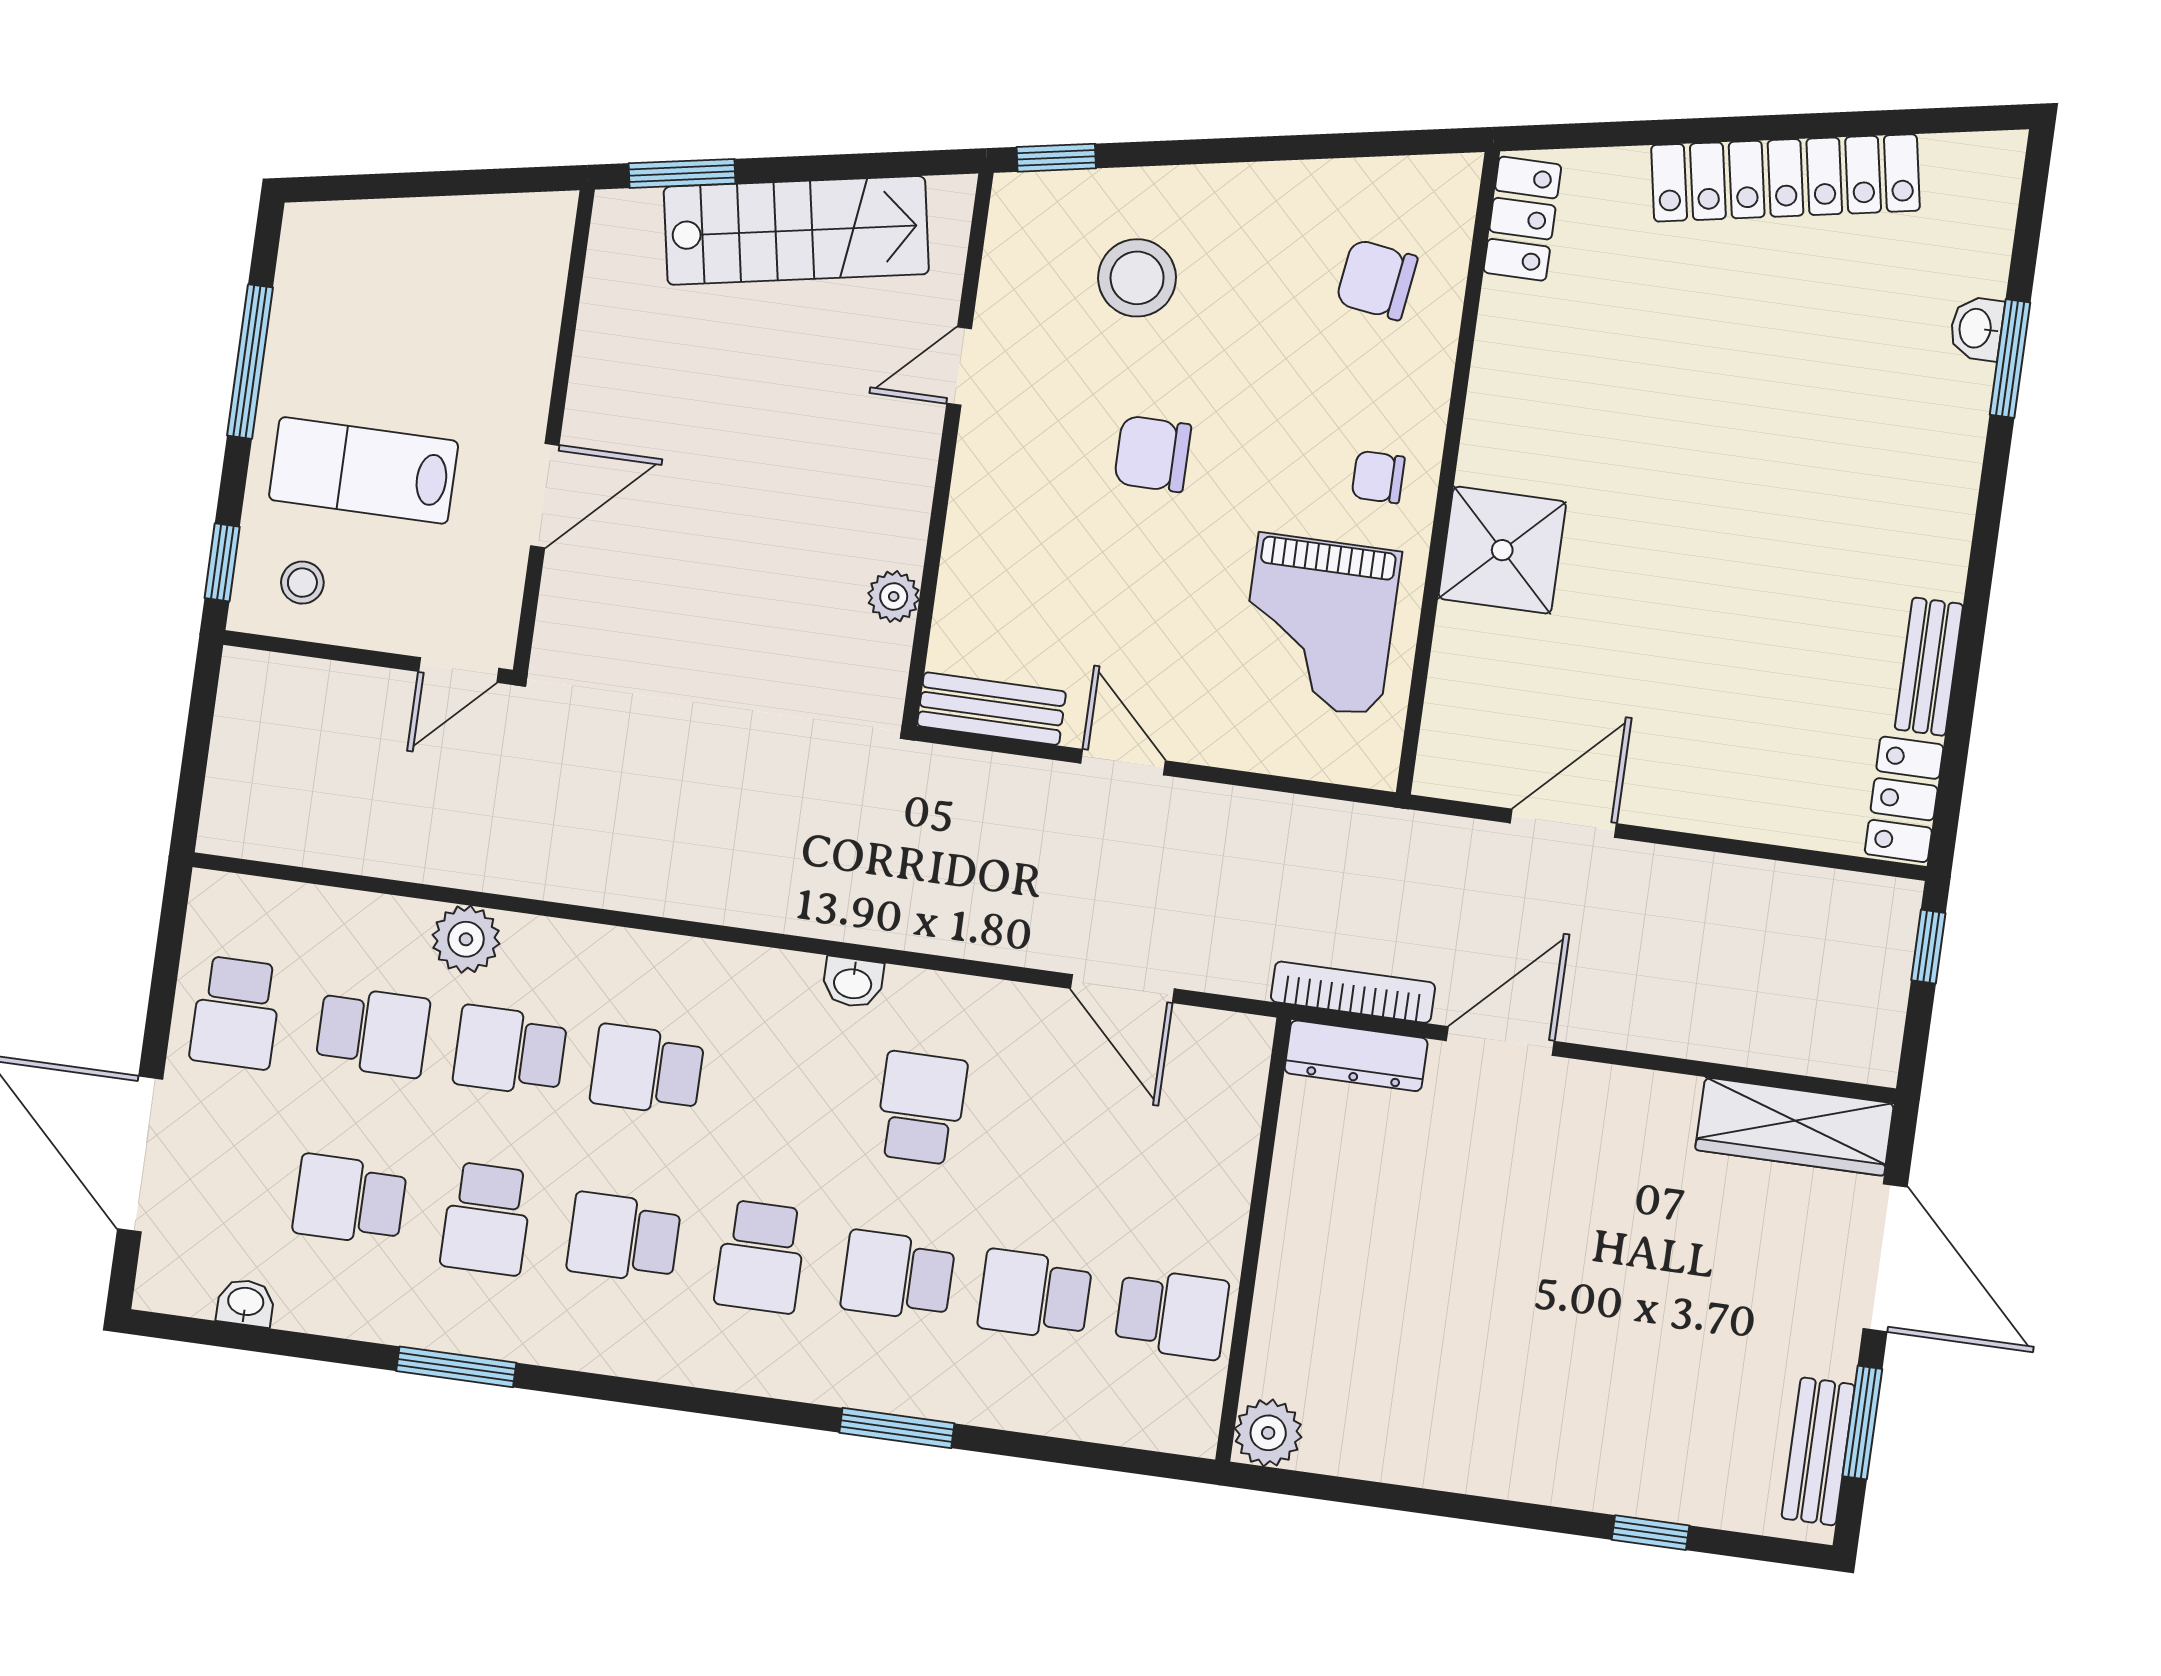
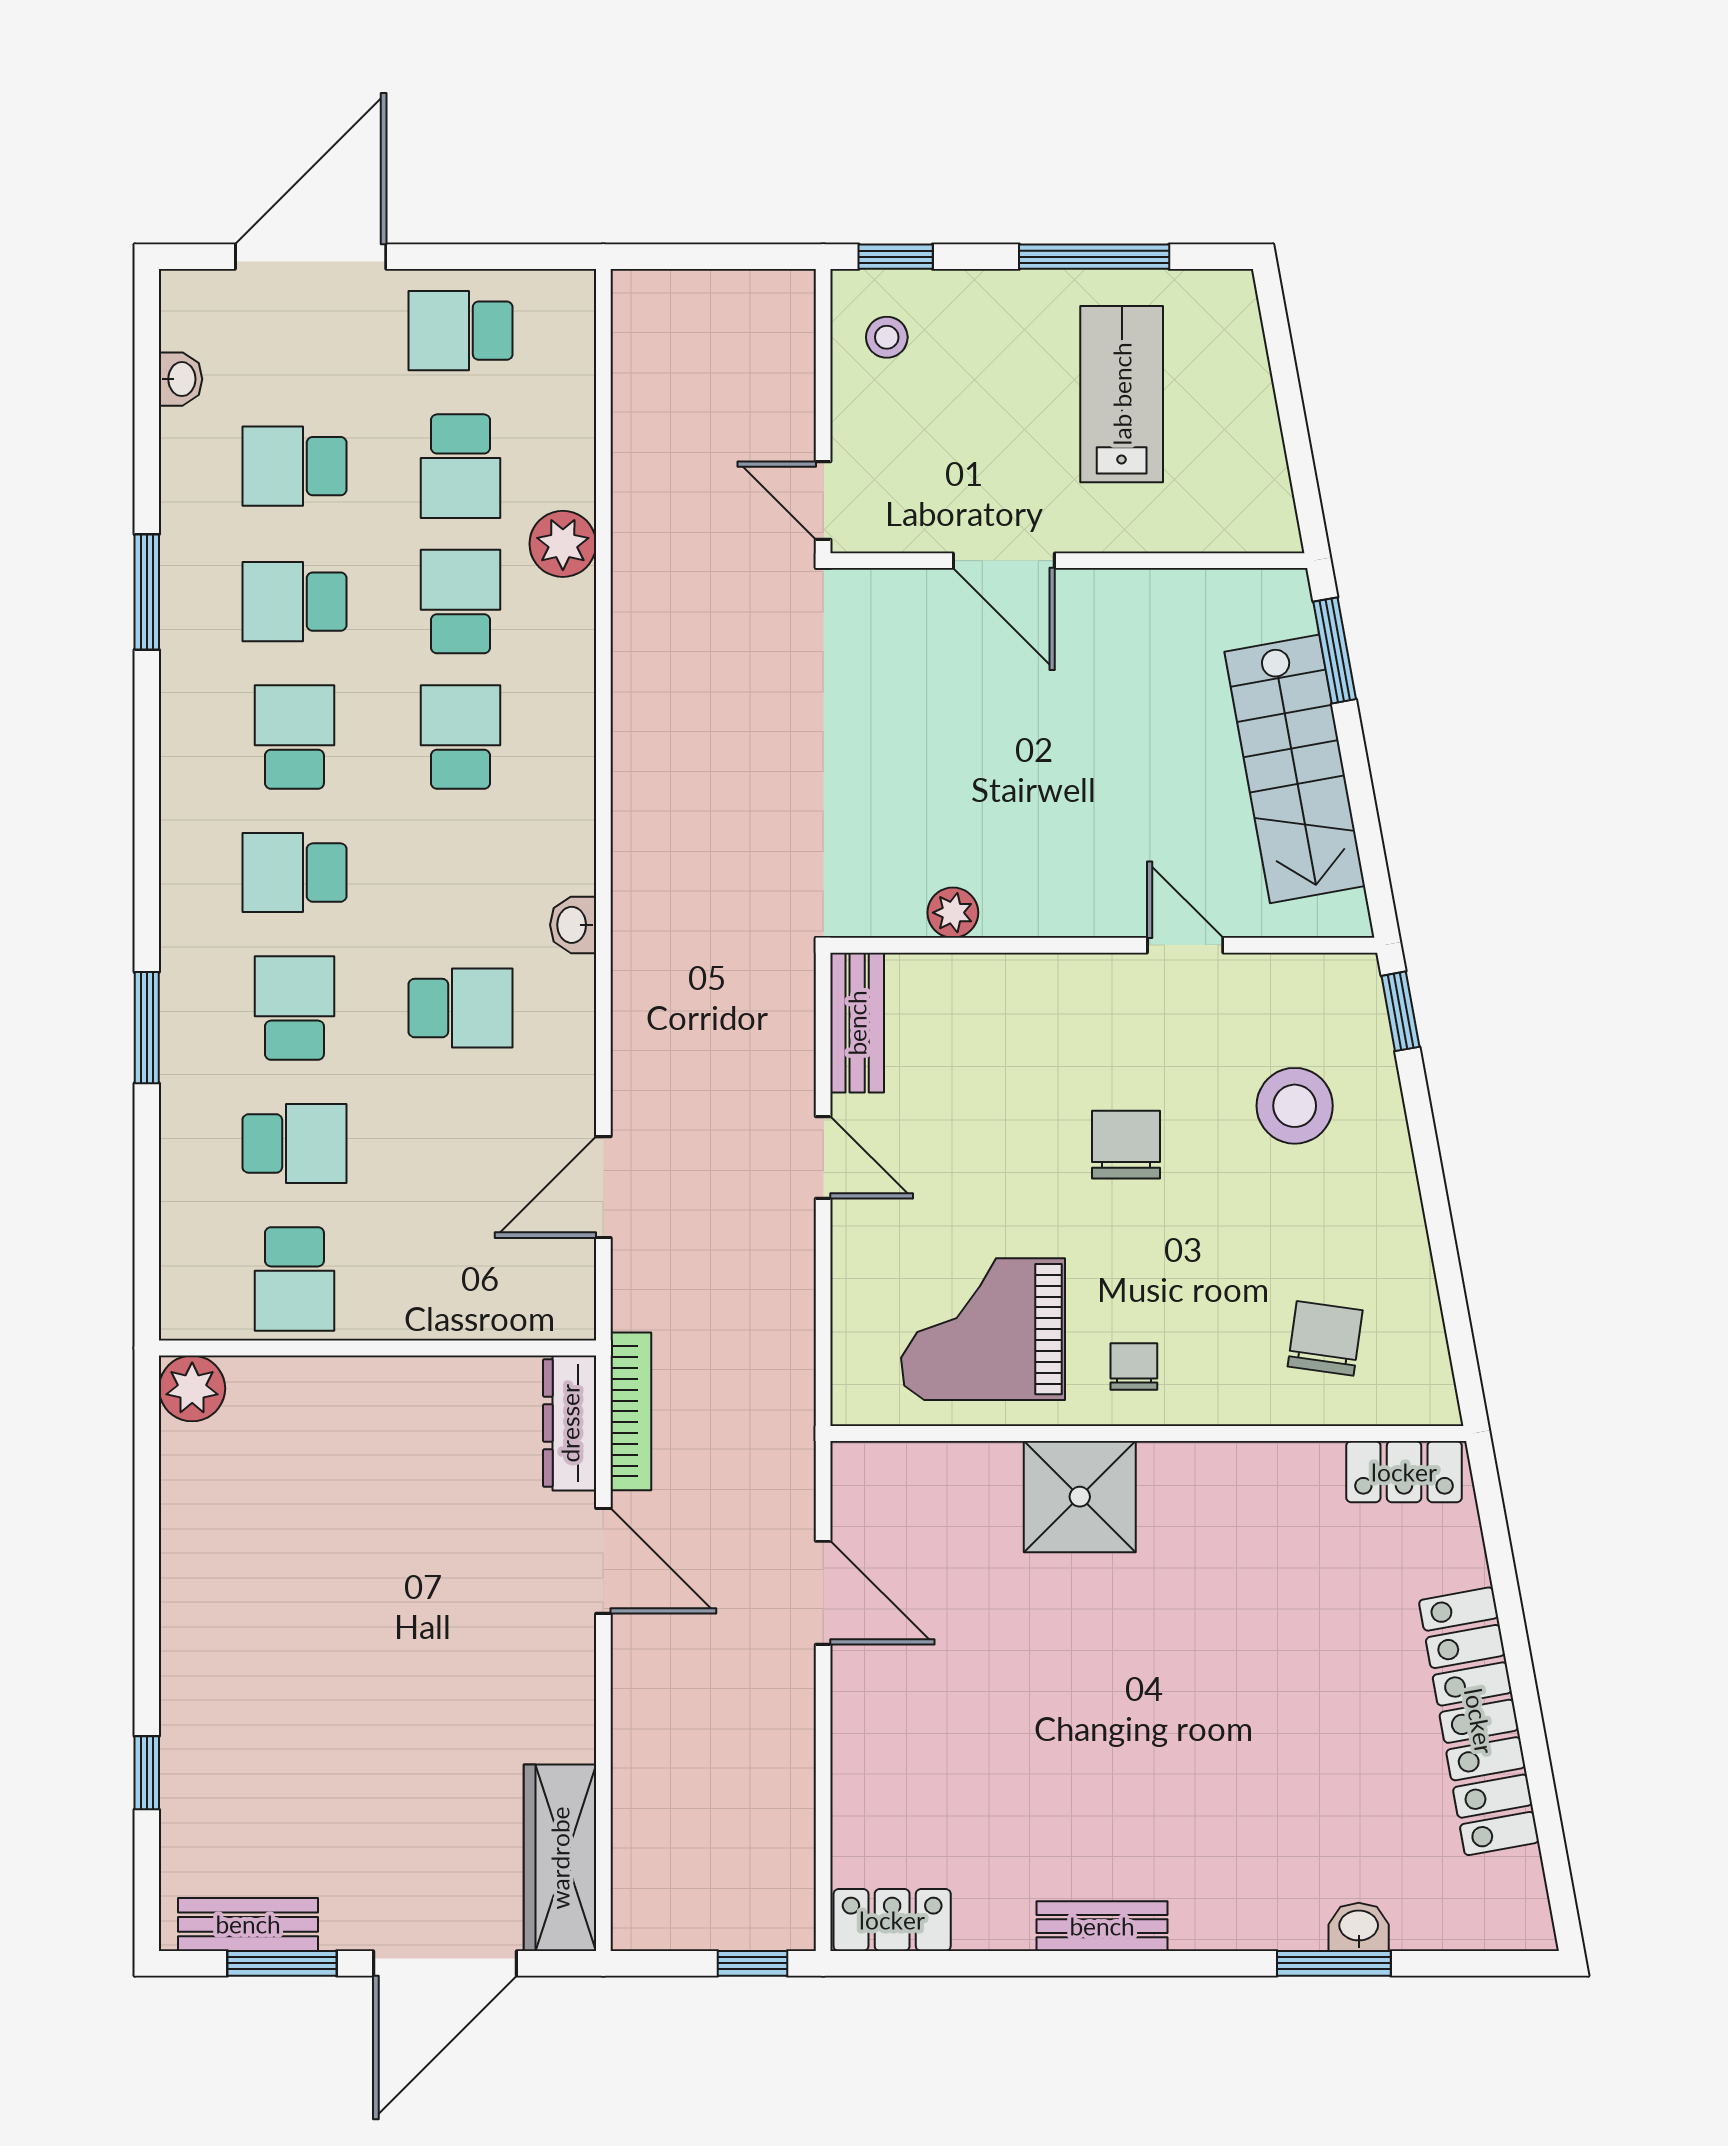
lab bench: (364, 470) -> (1122, 394), moved
bench: (1929, 667) -> (1102, 1926), moved
door: (1123, 762) -> (823, 1157), hinge flipped
school desk: (350, 1200) -> (294, 466), turned -90
school desk: (1035, 1295) -> (294, 1143), turned 90

